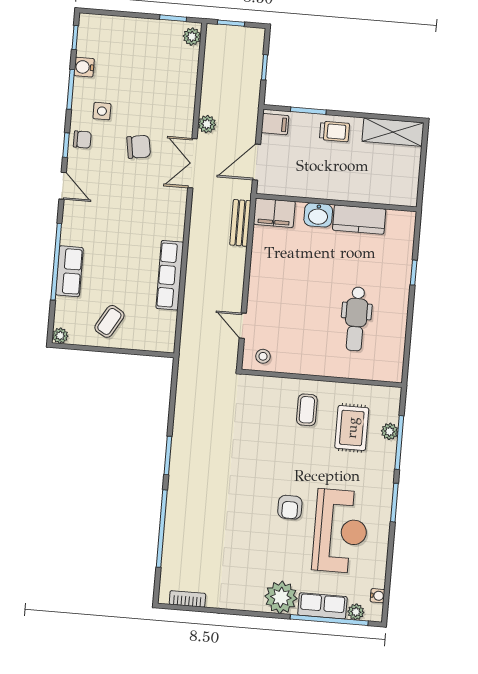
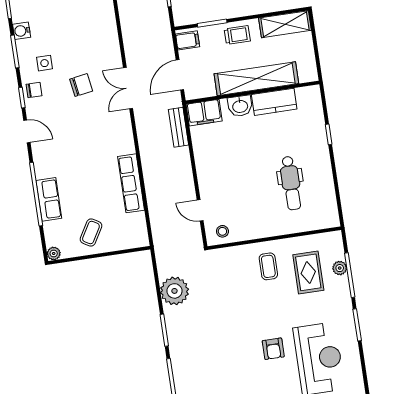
plant: (207, 124) -> (174, 291), moved, width x1.88, depth x1.88
shelving: (345, 188) -> (256, 79), added

